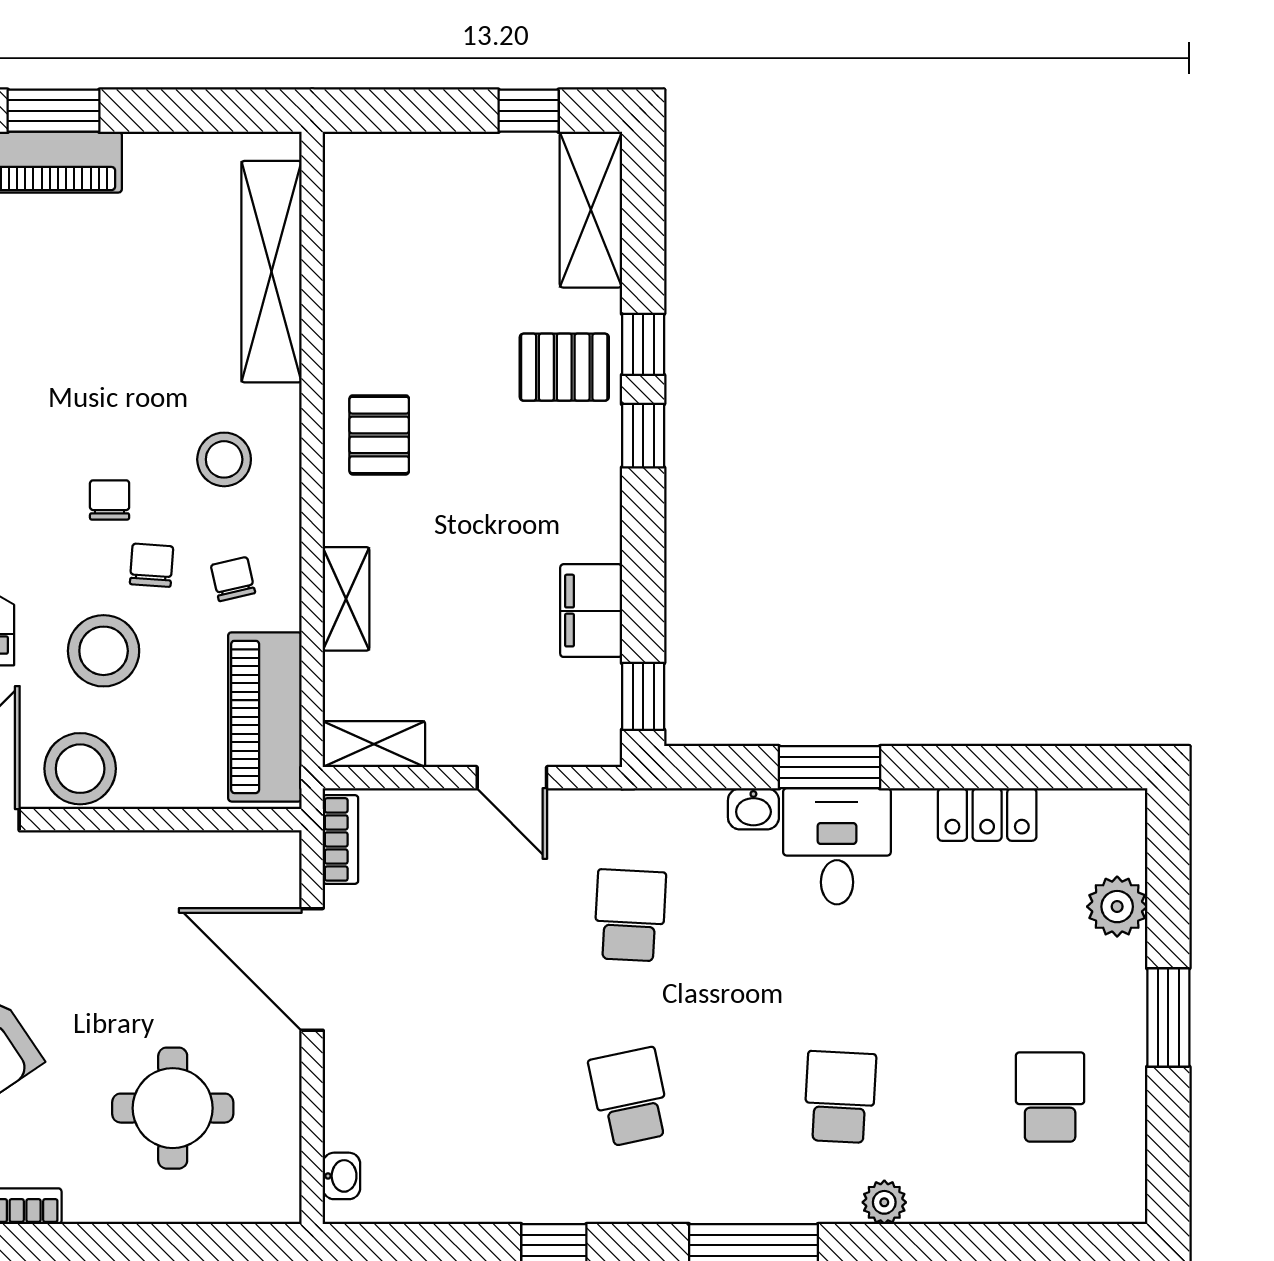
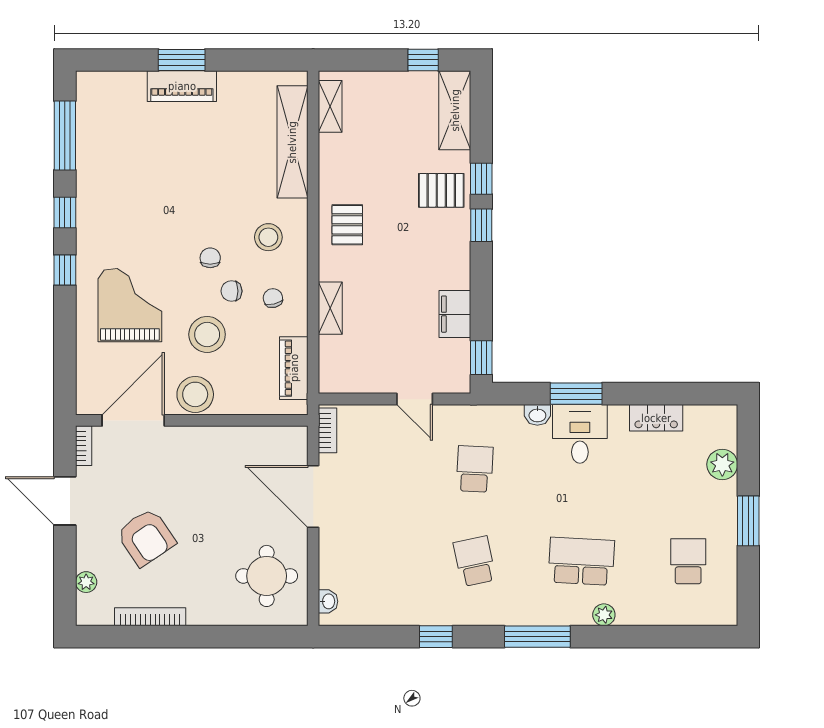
chair: (152, 565) -> (232, 291), turned -94
piano: (265, 717) -> (294, 368), width x0.73, depth x0.75
shelving: (374, 744) -> (330, 106), moved, turned 90
school desk: (840, 1097) -> (581, 561), width x1.85
round table: (173, 1108) -> (267, 576), moved

